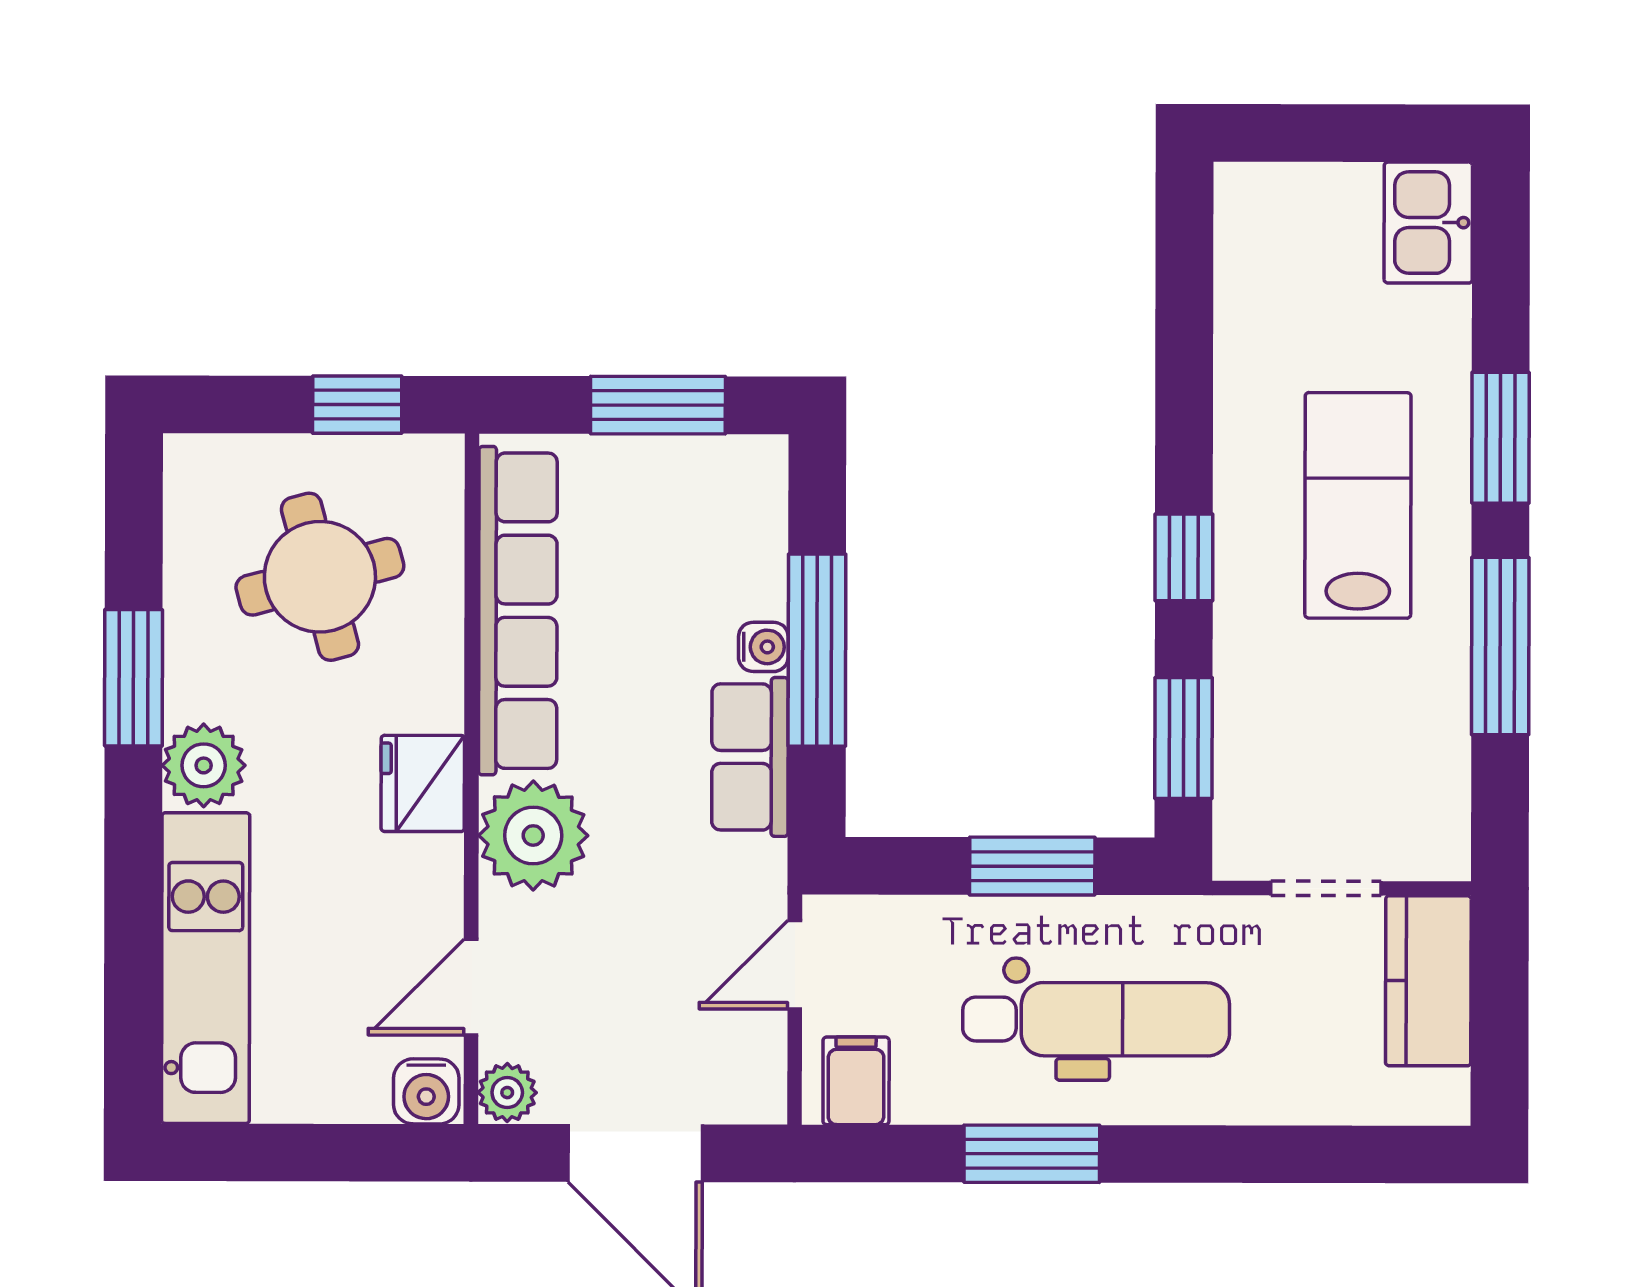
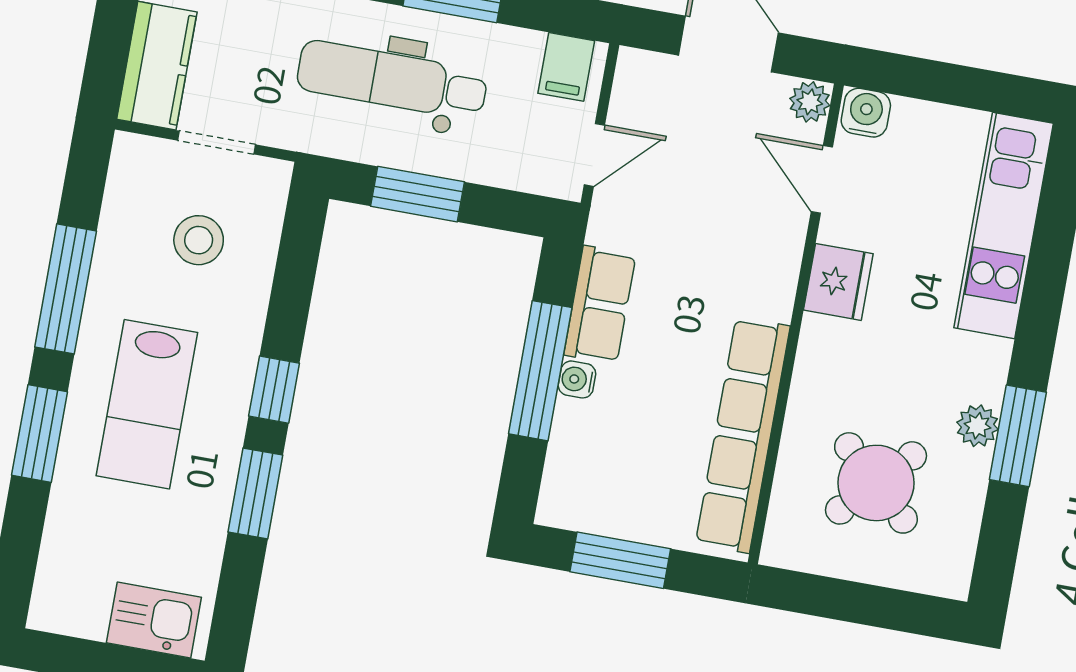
kitchen sink: (1428, 223) -> (154, 620), moved, turned -90
window: (357, 405) -> (829, 598), removed
round table: (320, 577) -> (876, 483), turned -32
window: (1184, 738) -> (255, 493), moved
stool: (1327, 747) -> (199, 240), added
plant: (204, 765) -> (977, 426), moved, width x0.73, depth x0.73
fridge: (423, 783) -> (838, 282), moved
plant: (533, 835) -> (760, 277), removed
door: (471, 987) -> (822, 179), swing flipped

